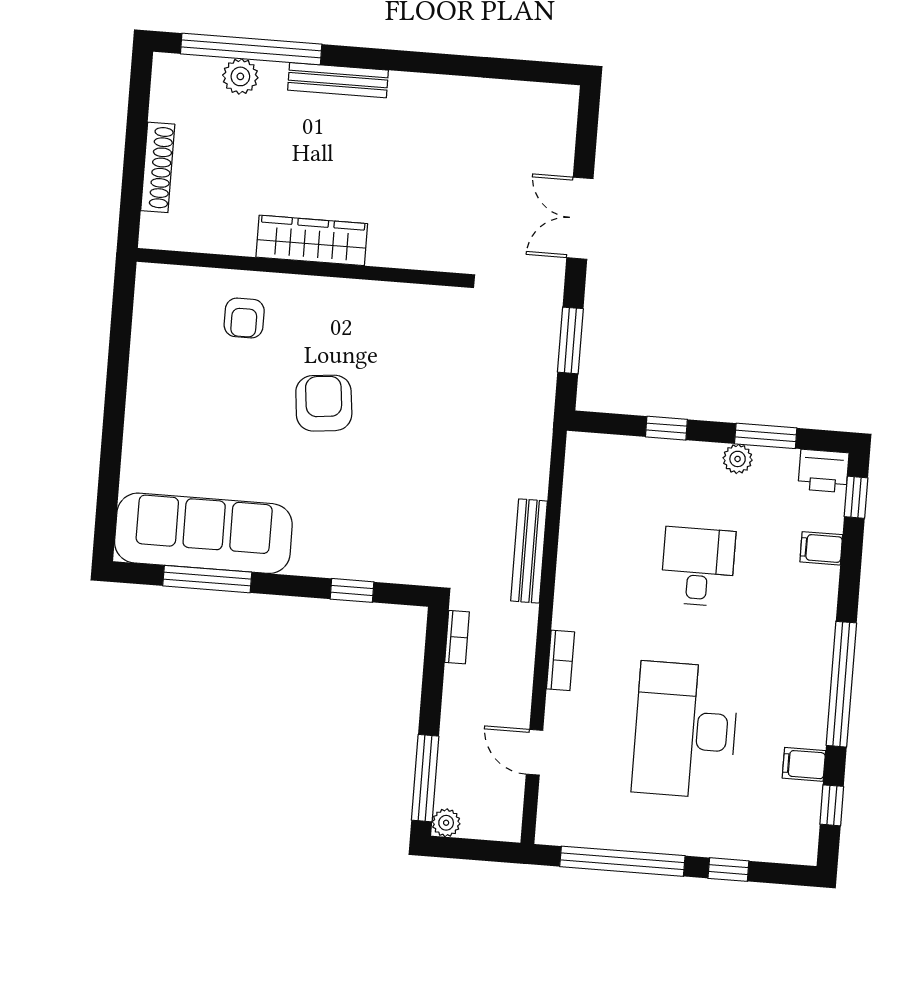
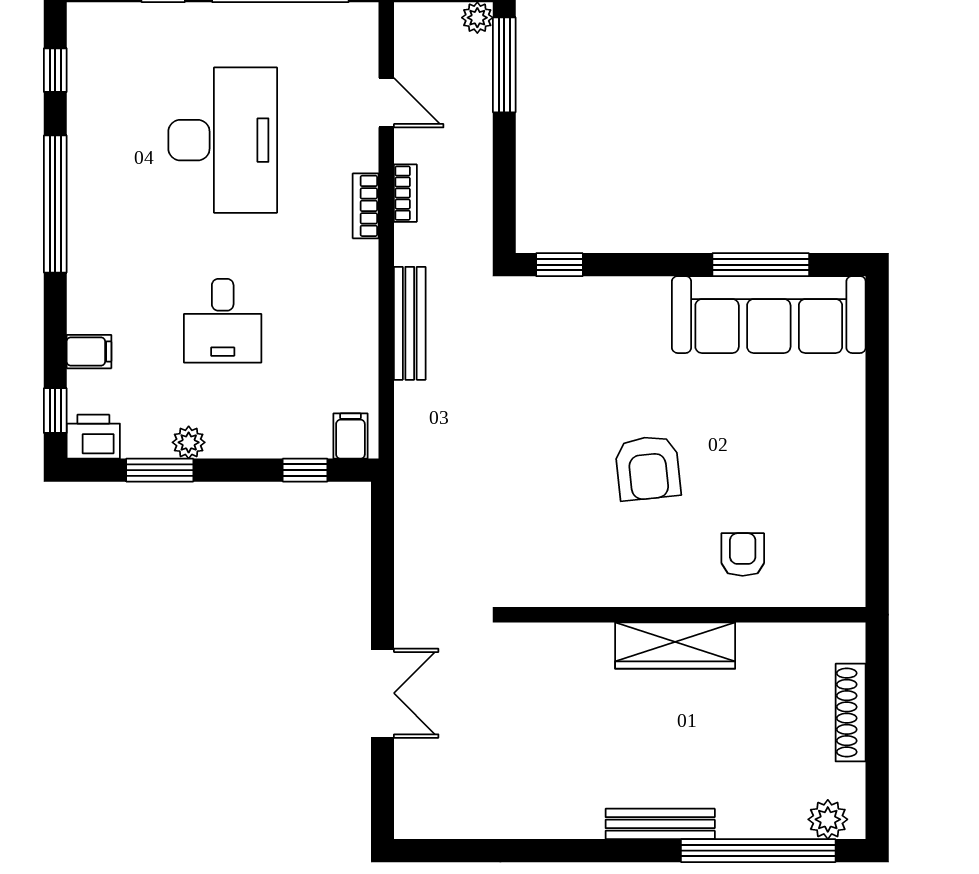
plant: (240, 76) -> (828, 819), moved
window: (570, 340) -> (382, 558), removed
window: (666, 428) -> (305, 470), moved
window: (352, 590) -> (559, 265), moved
bookcase: (457, 637) -> (405, 193), moved, turned 180
filing cabinet: (804, 764) -> (350, 436), moved, turned -90

